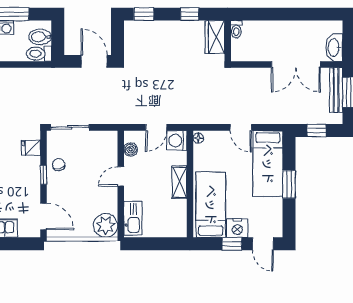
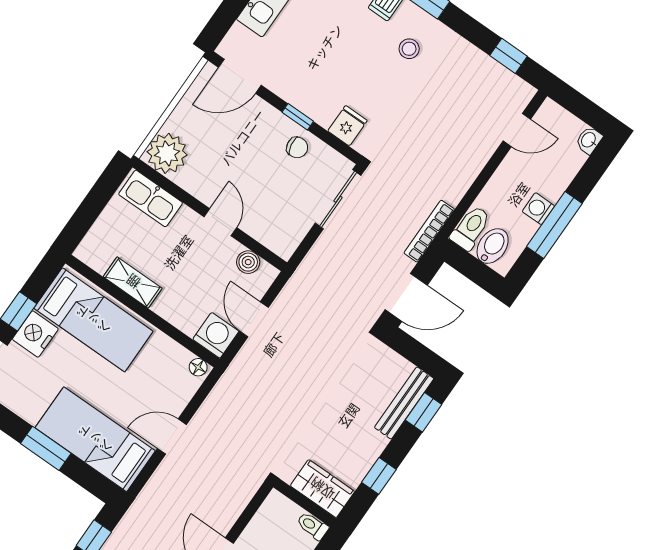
bench: (146, 27) -> (404, 403), added
bookcase: (54, 73) -> (429, 231), added
shelving: (179, 182) -> (133, 282), moved

